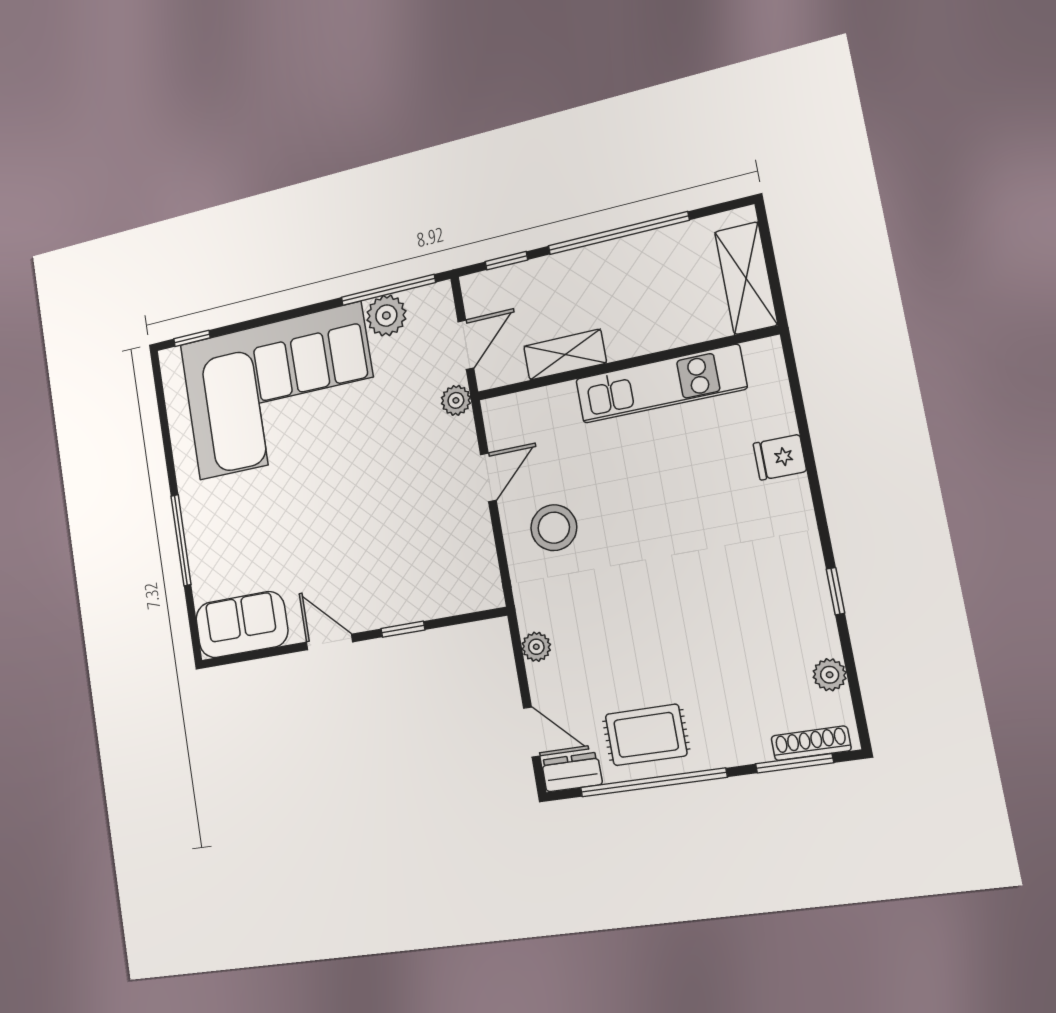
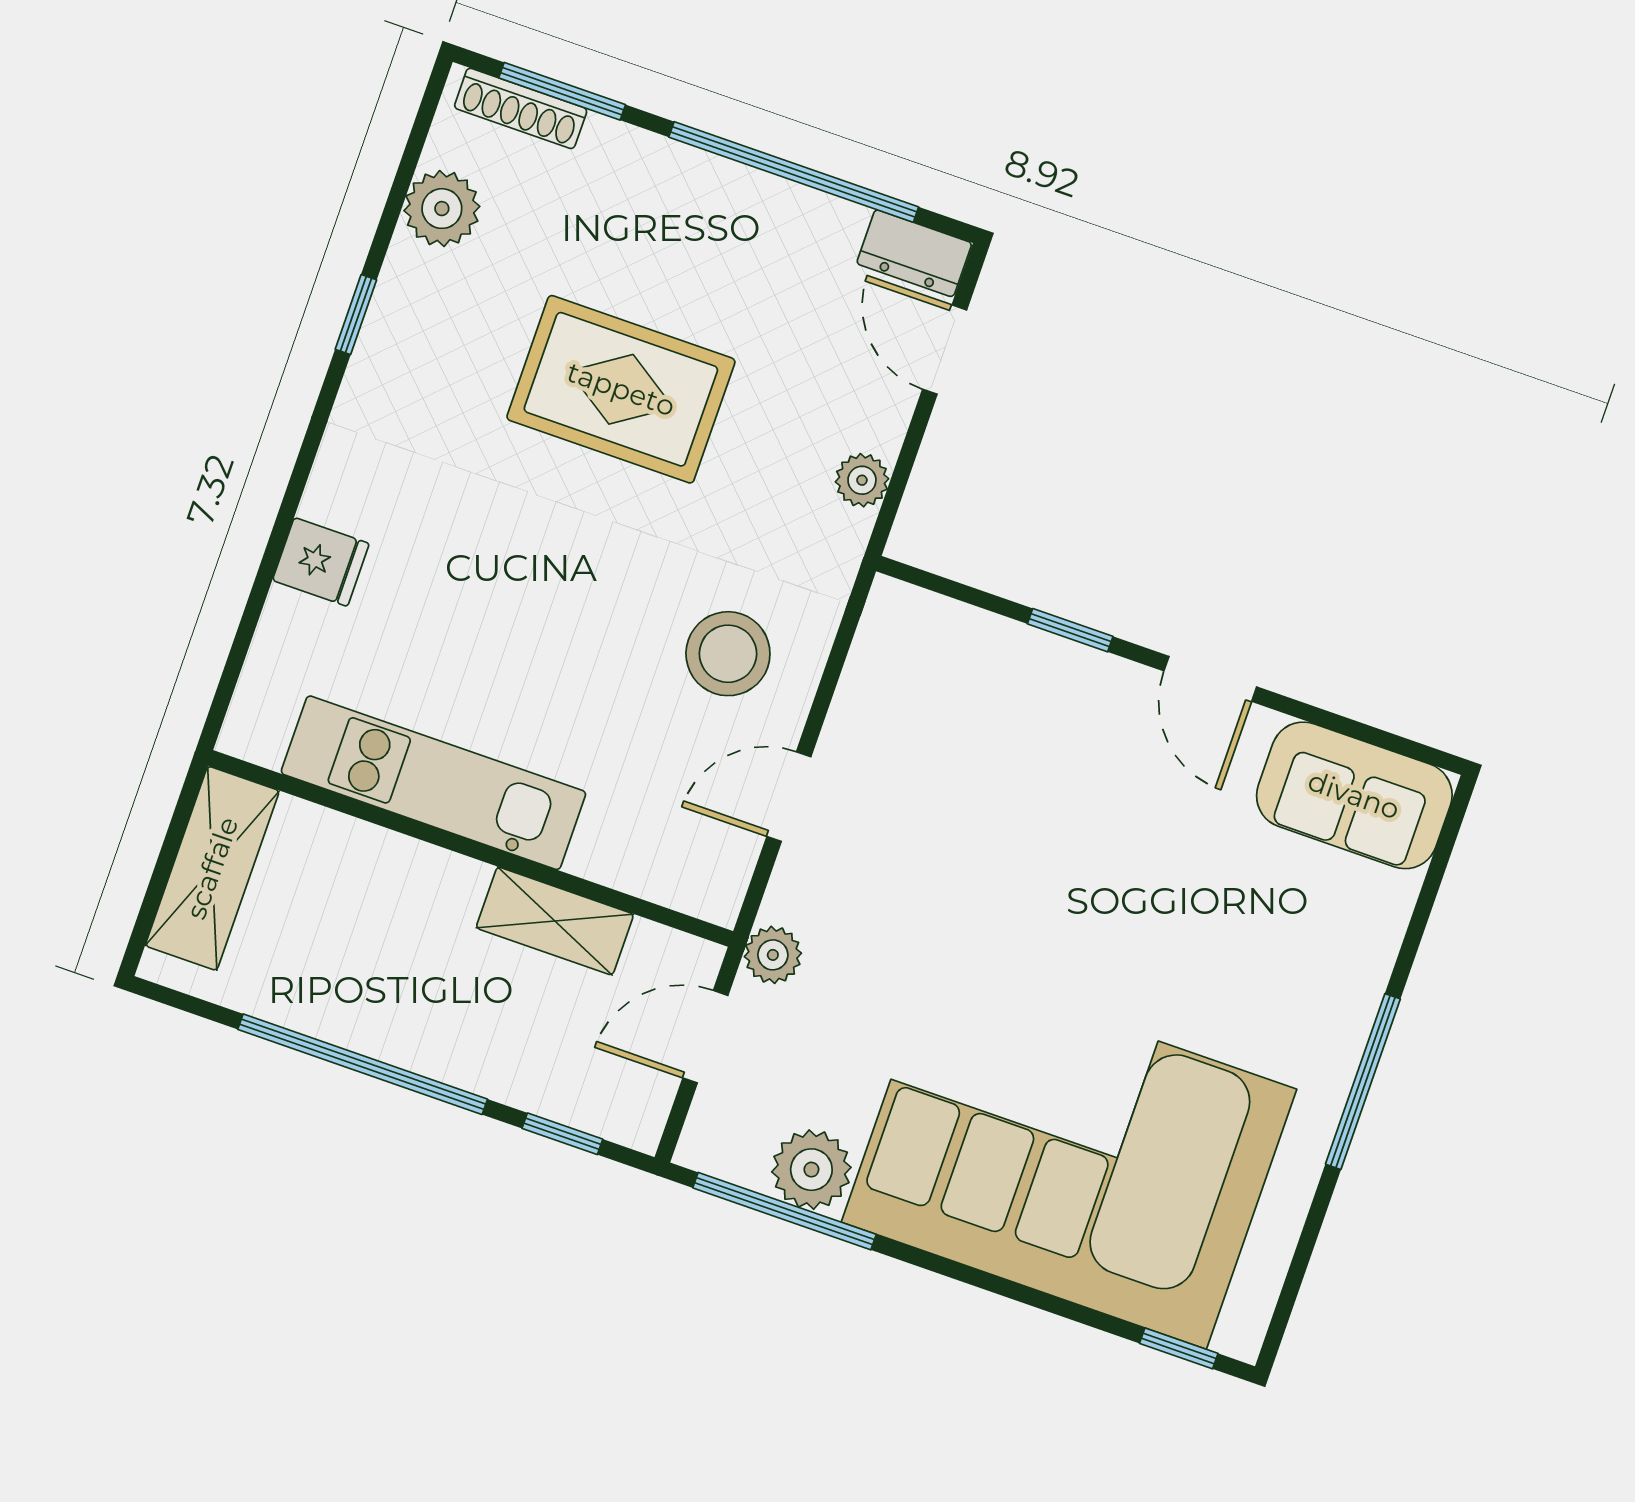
window: (181, 540) -> (1363, 1082), moved
plant: (830, 675) -> (442, 209), width x1.38, depth x1.38
rug: (646, 735) -> (621, 389), moved, width x1.36, depth x1.43

